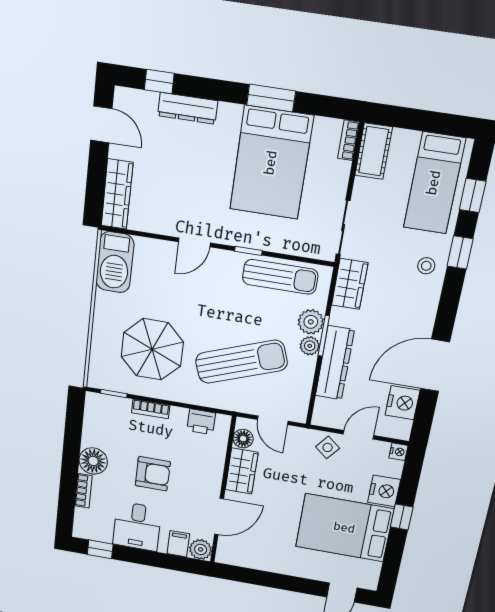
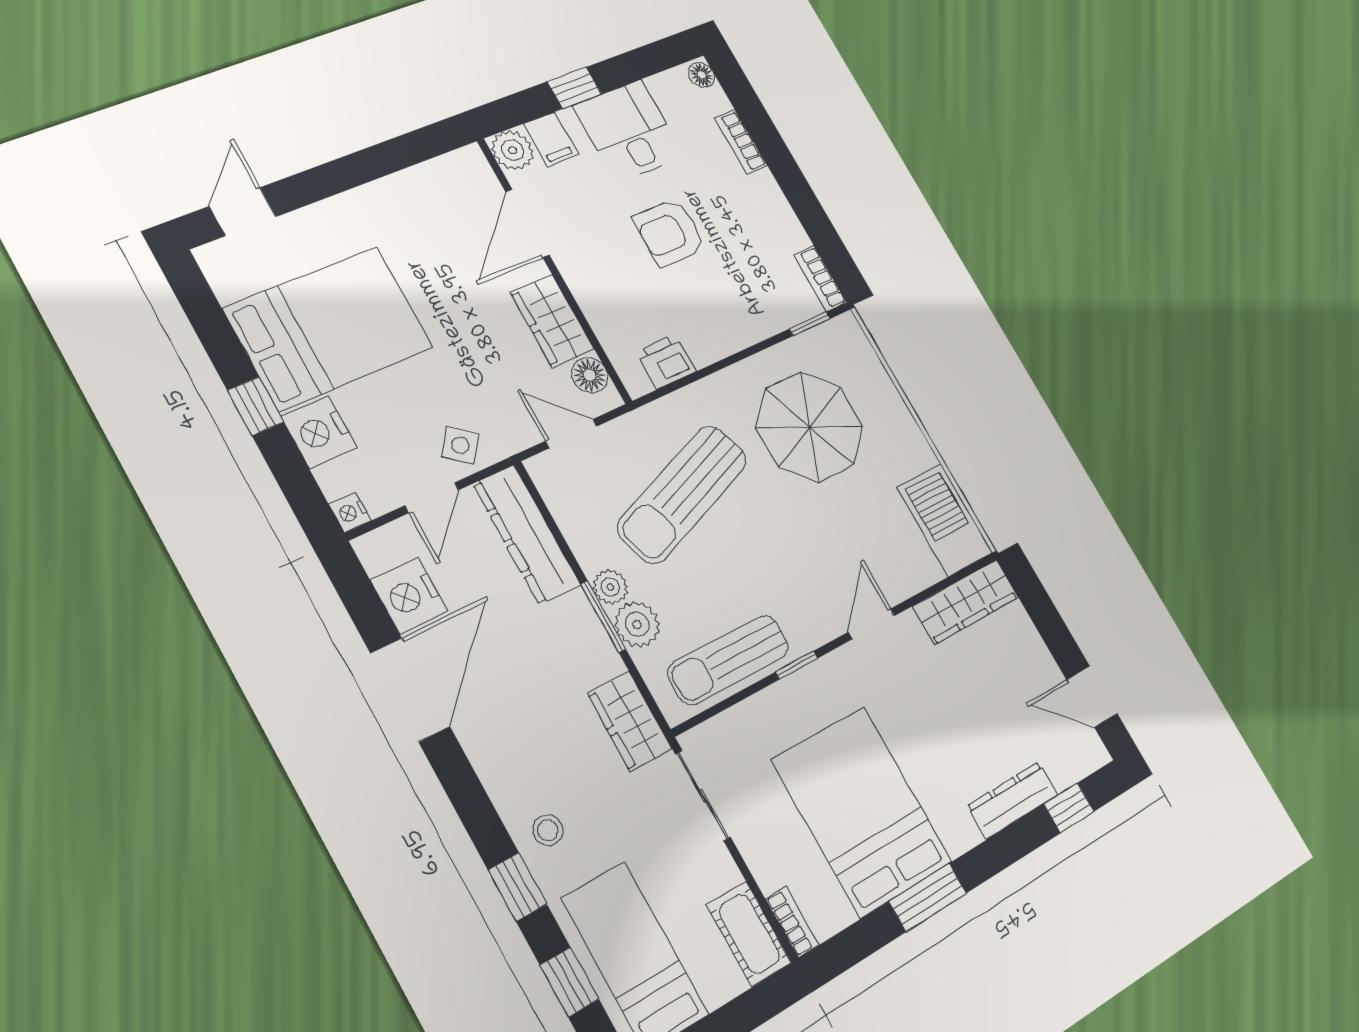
wardrobe: (117, 194) -> (966, 602), moved, turned -90
dresser: (335, 363) -> (527, 535), moved
bookcase: (151, 409) -> (820, 279), moved, turned -90
floor lamp: (93, 461) -> (702, 75), moved, width x0.53, depth x0.53
window: (100, 549) -> (574, 88), moved

